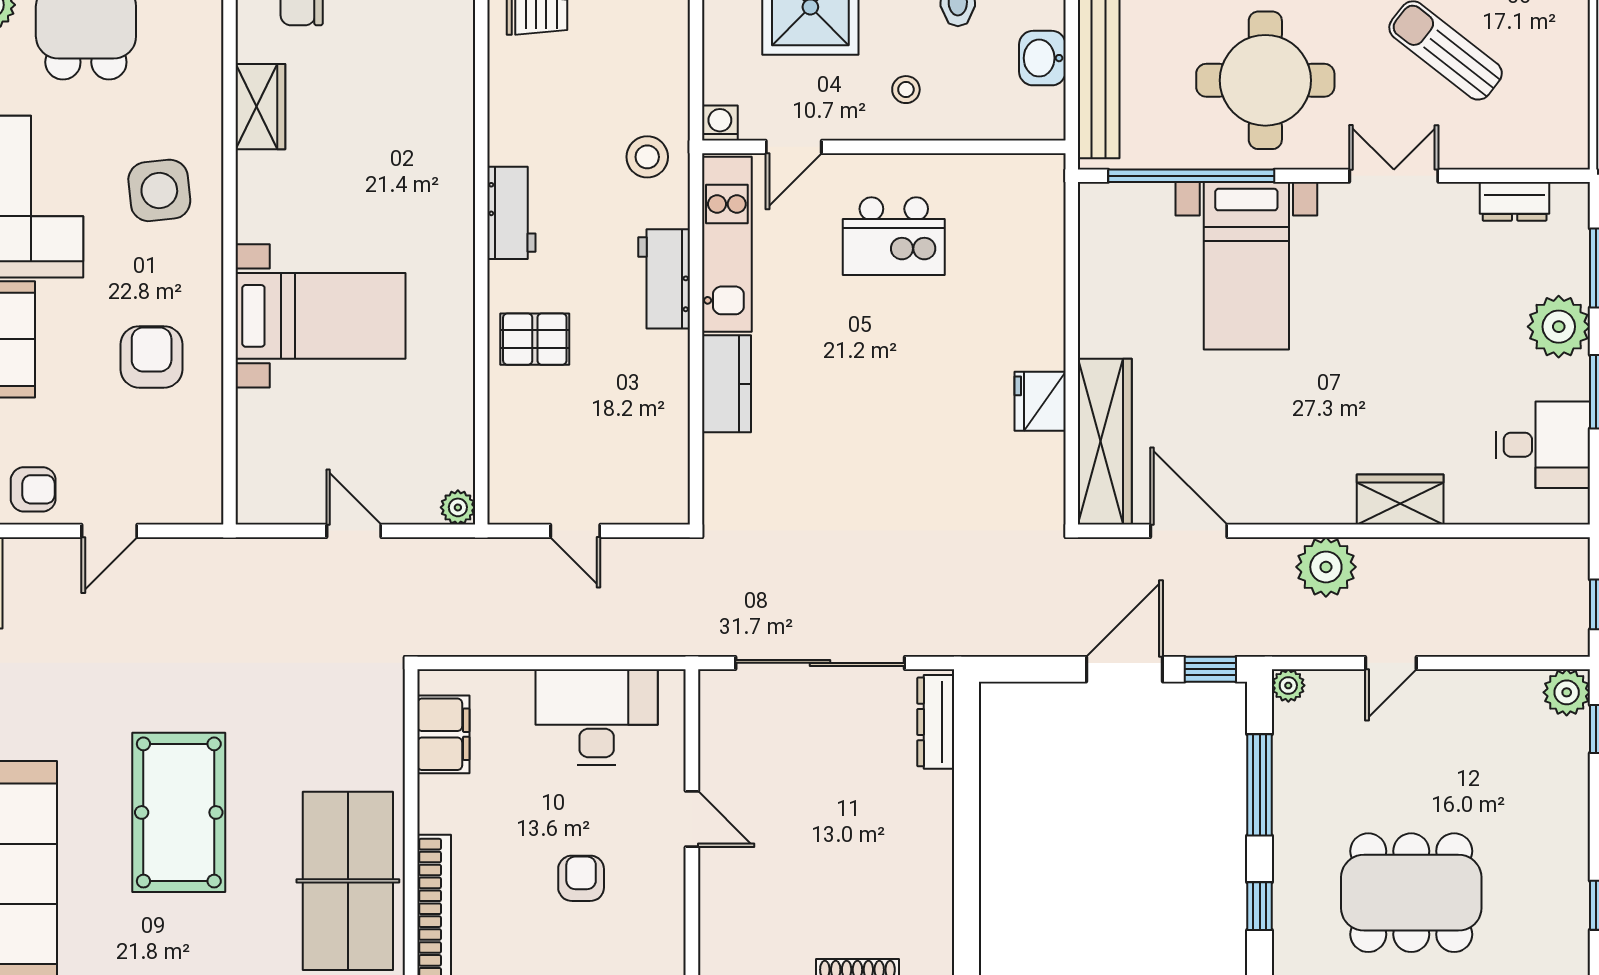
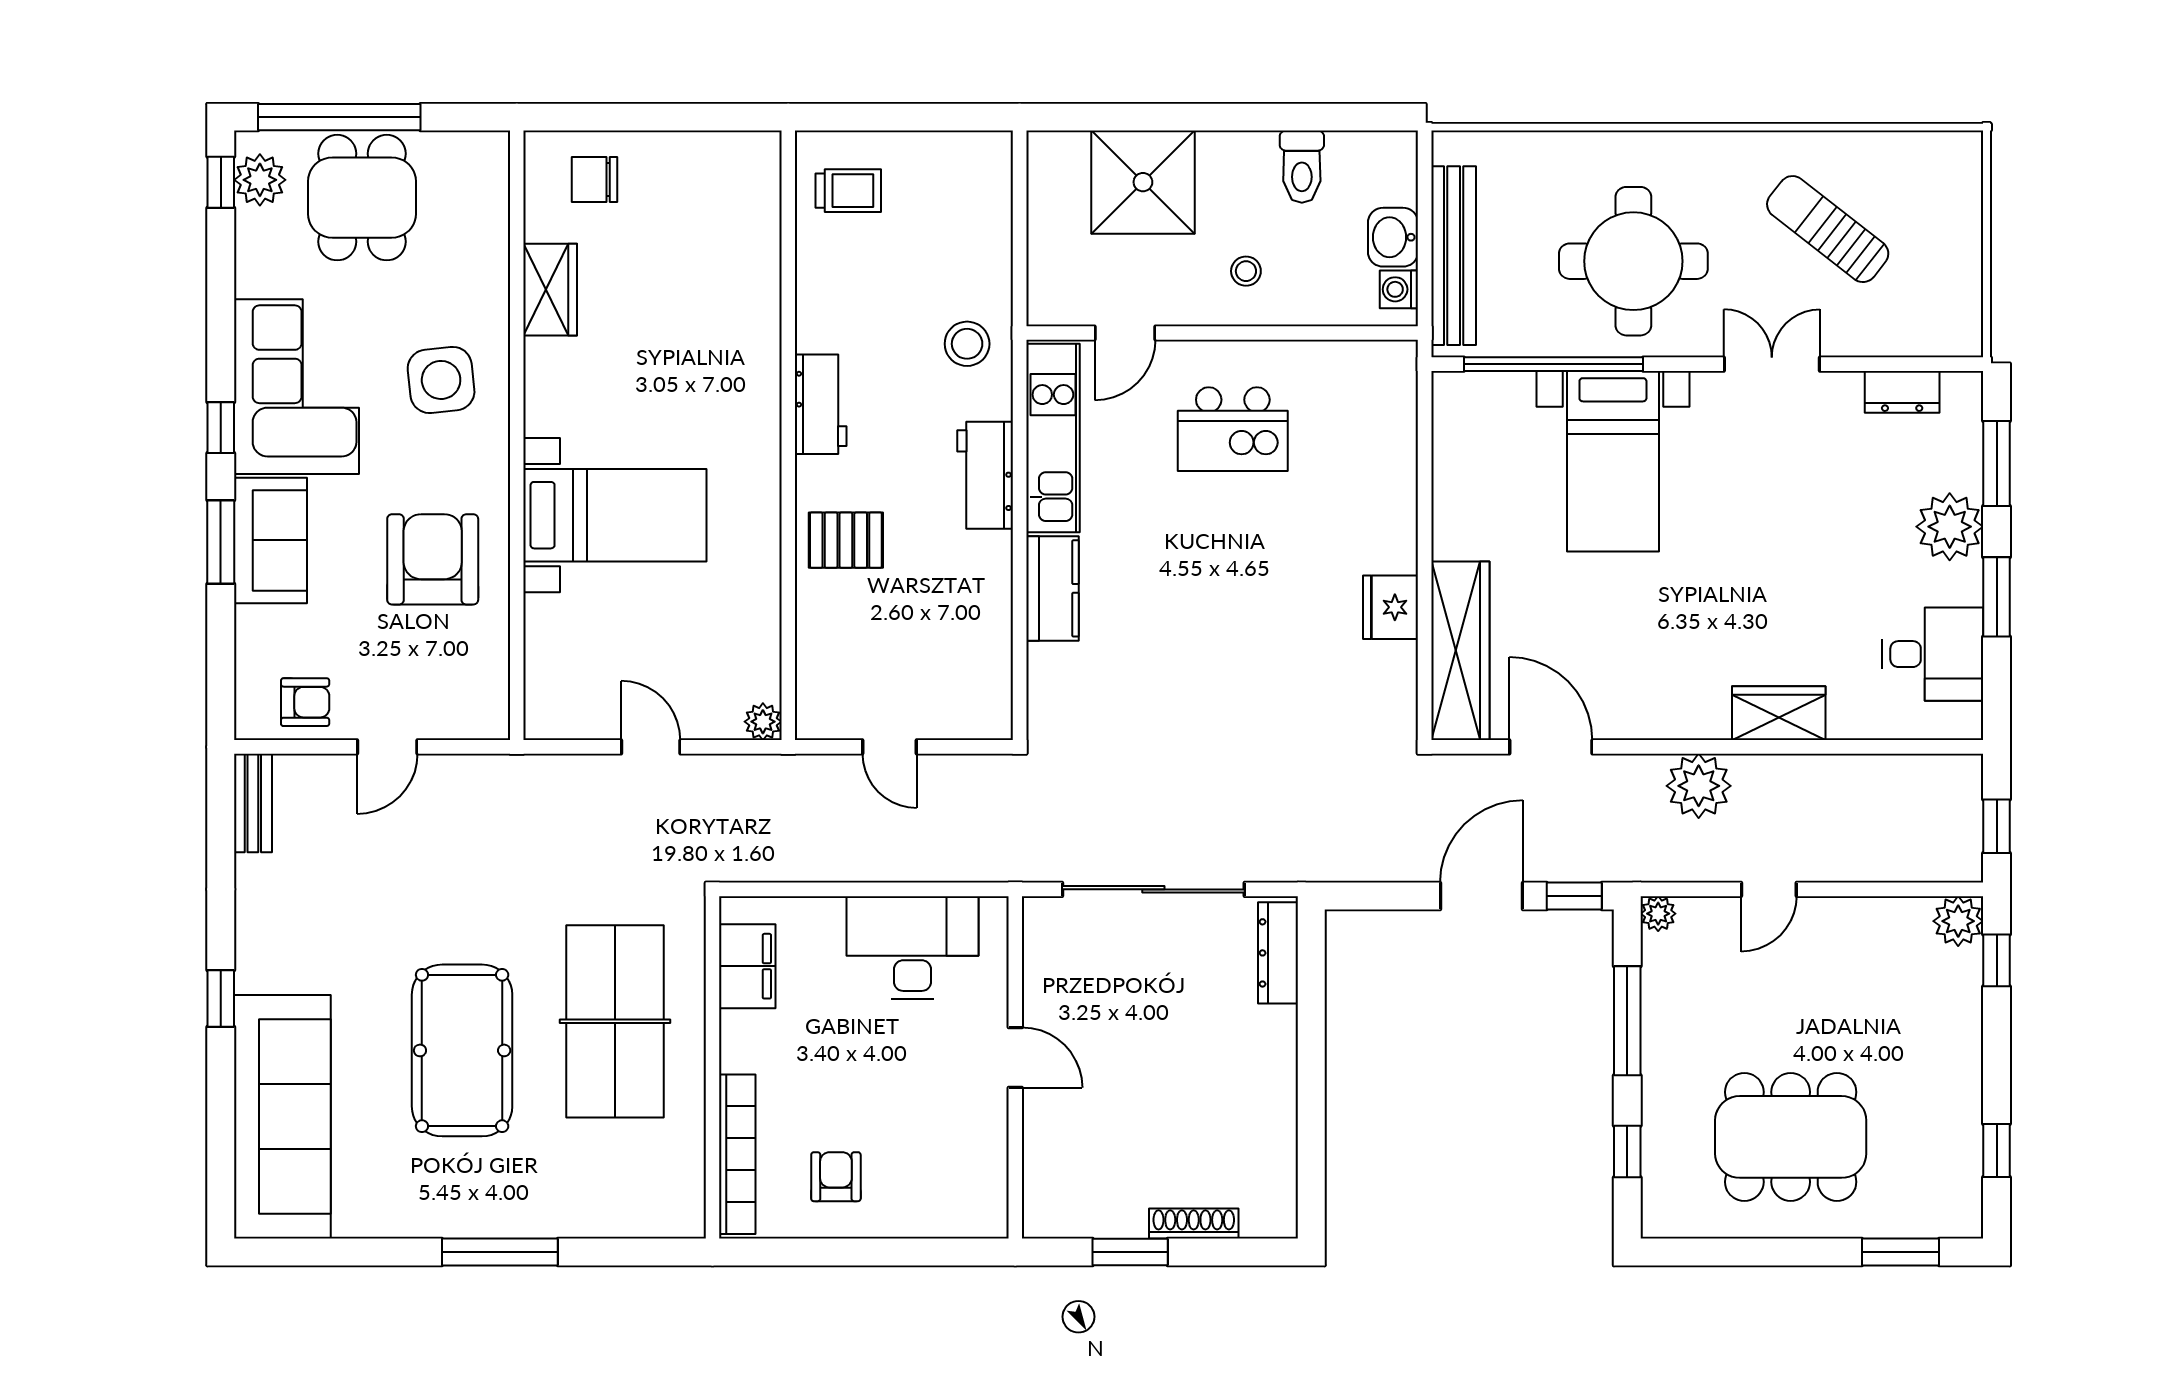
washing machine: (720, 123) -> (1399, 289), moved, turned -90
armchair: (152, 357) -> (433, 559), width x1.36, depth x1.36
armchair: (581, 878) -> (836, 1177), moved
table tennis table: (348, 881) -> (615, 1021), moved

